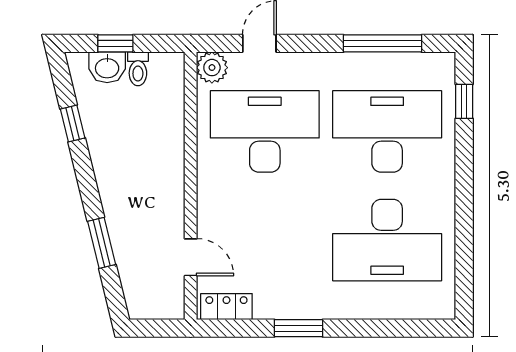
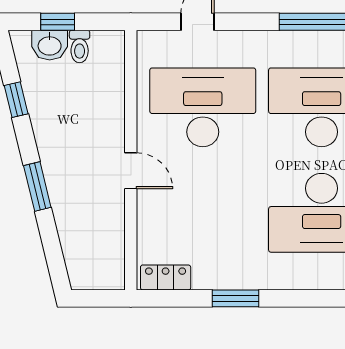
plant: (212, 68) -> (151, 45), removed
window: (102, 243) -> (37, 186), moved
door: (191, 257) -> (131, 171), moved

